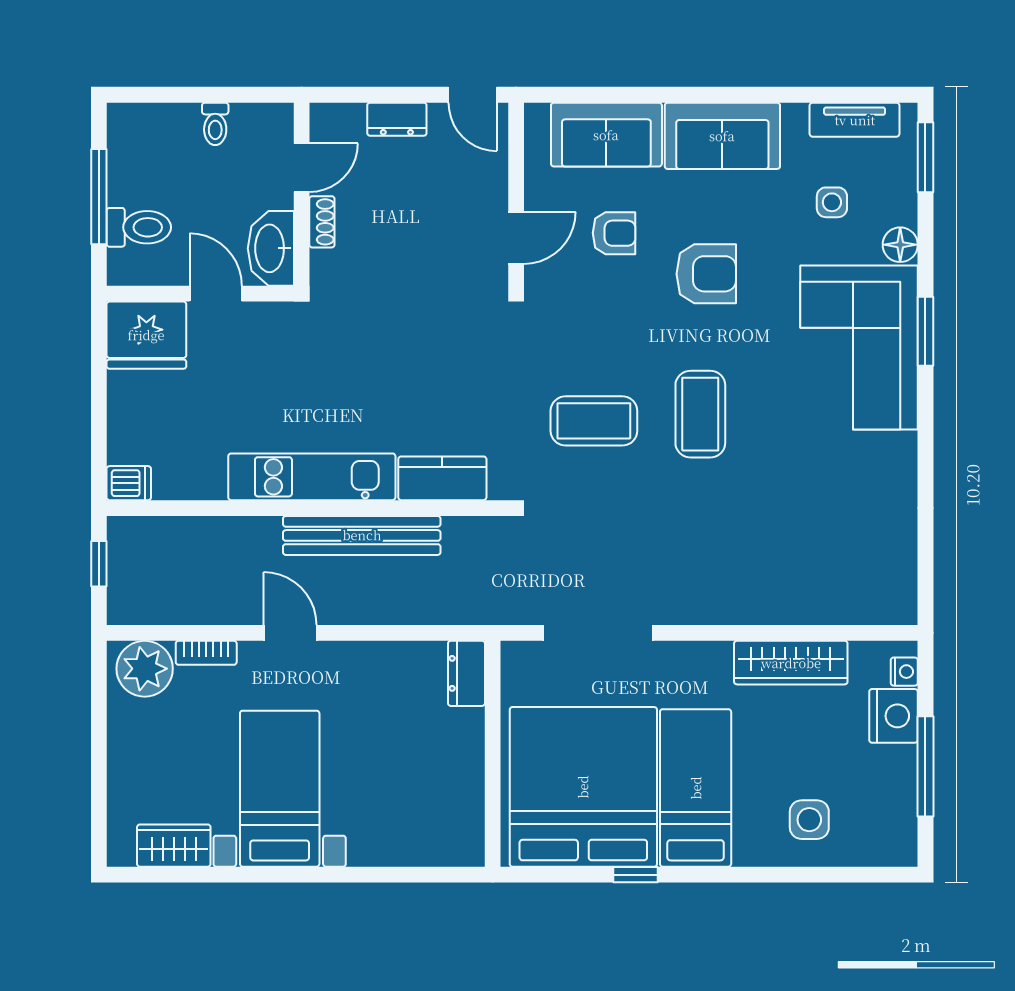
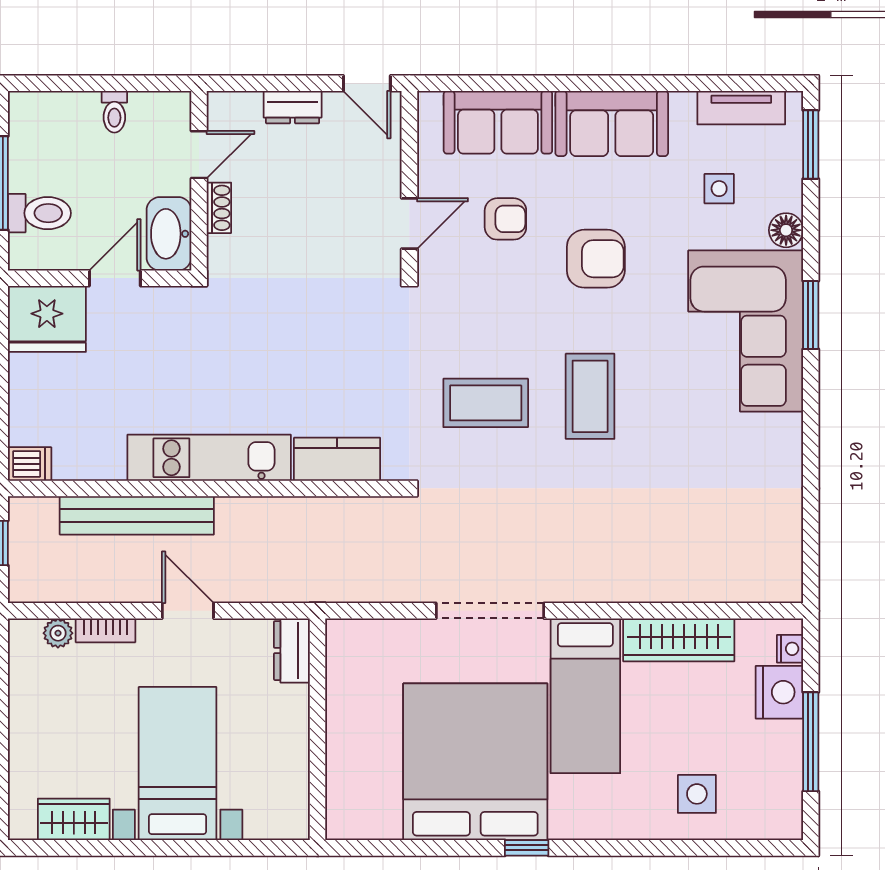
door: (216, 294) -> (115, 278), hinge flipped
bench: (362, 535) -> (137, 515), moved
plant: (145, 669) -> (58, 633), width x0.53, depth x0.53
dresser: (466, 673) -> (292, 651), moved
wall: (493, 754) -> (318, 729), moved
bed: (696, 788) -> (585, 696), moved, turned 180

